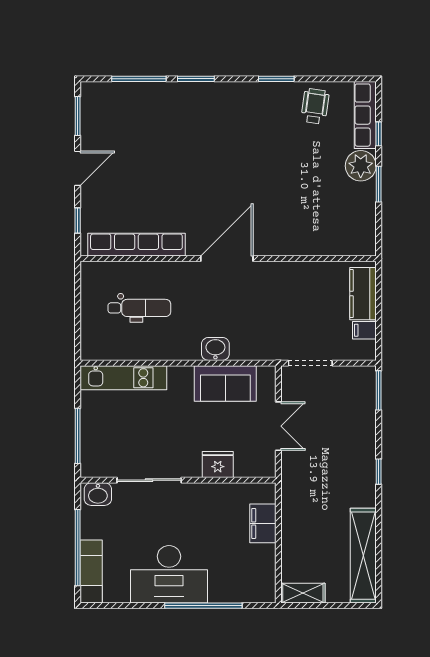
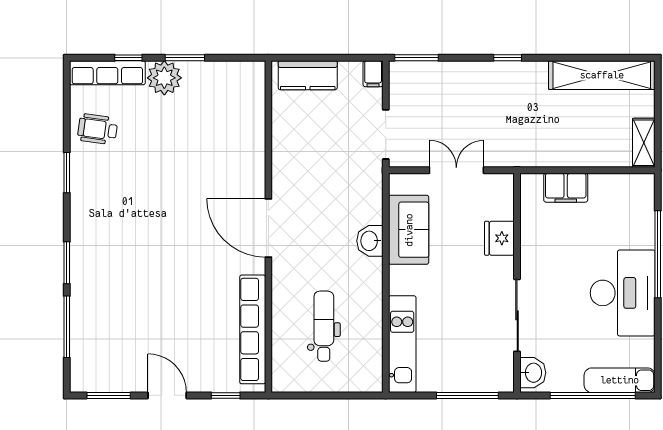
filing cabinet: (364, 330) -> (373, 74), moved

